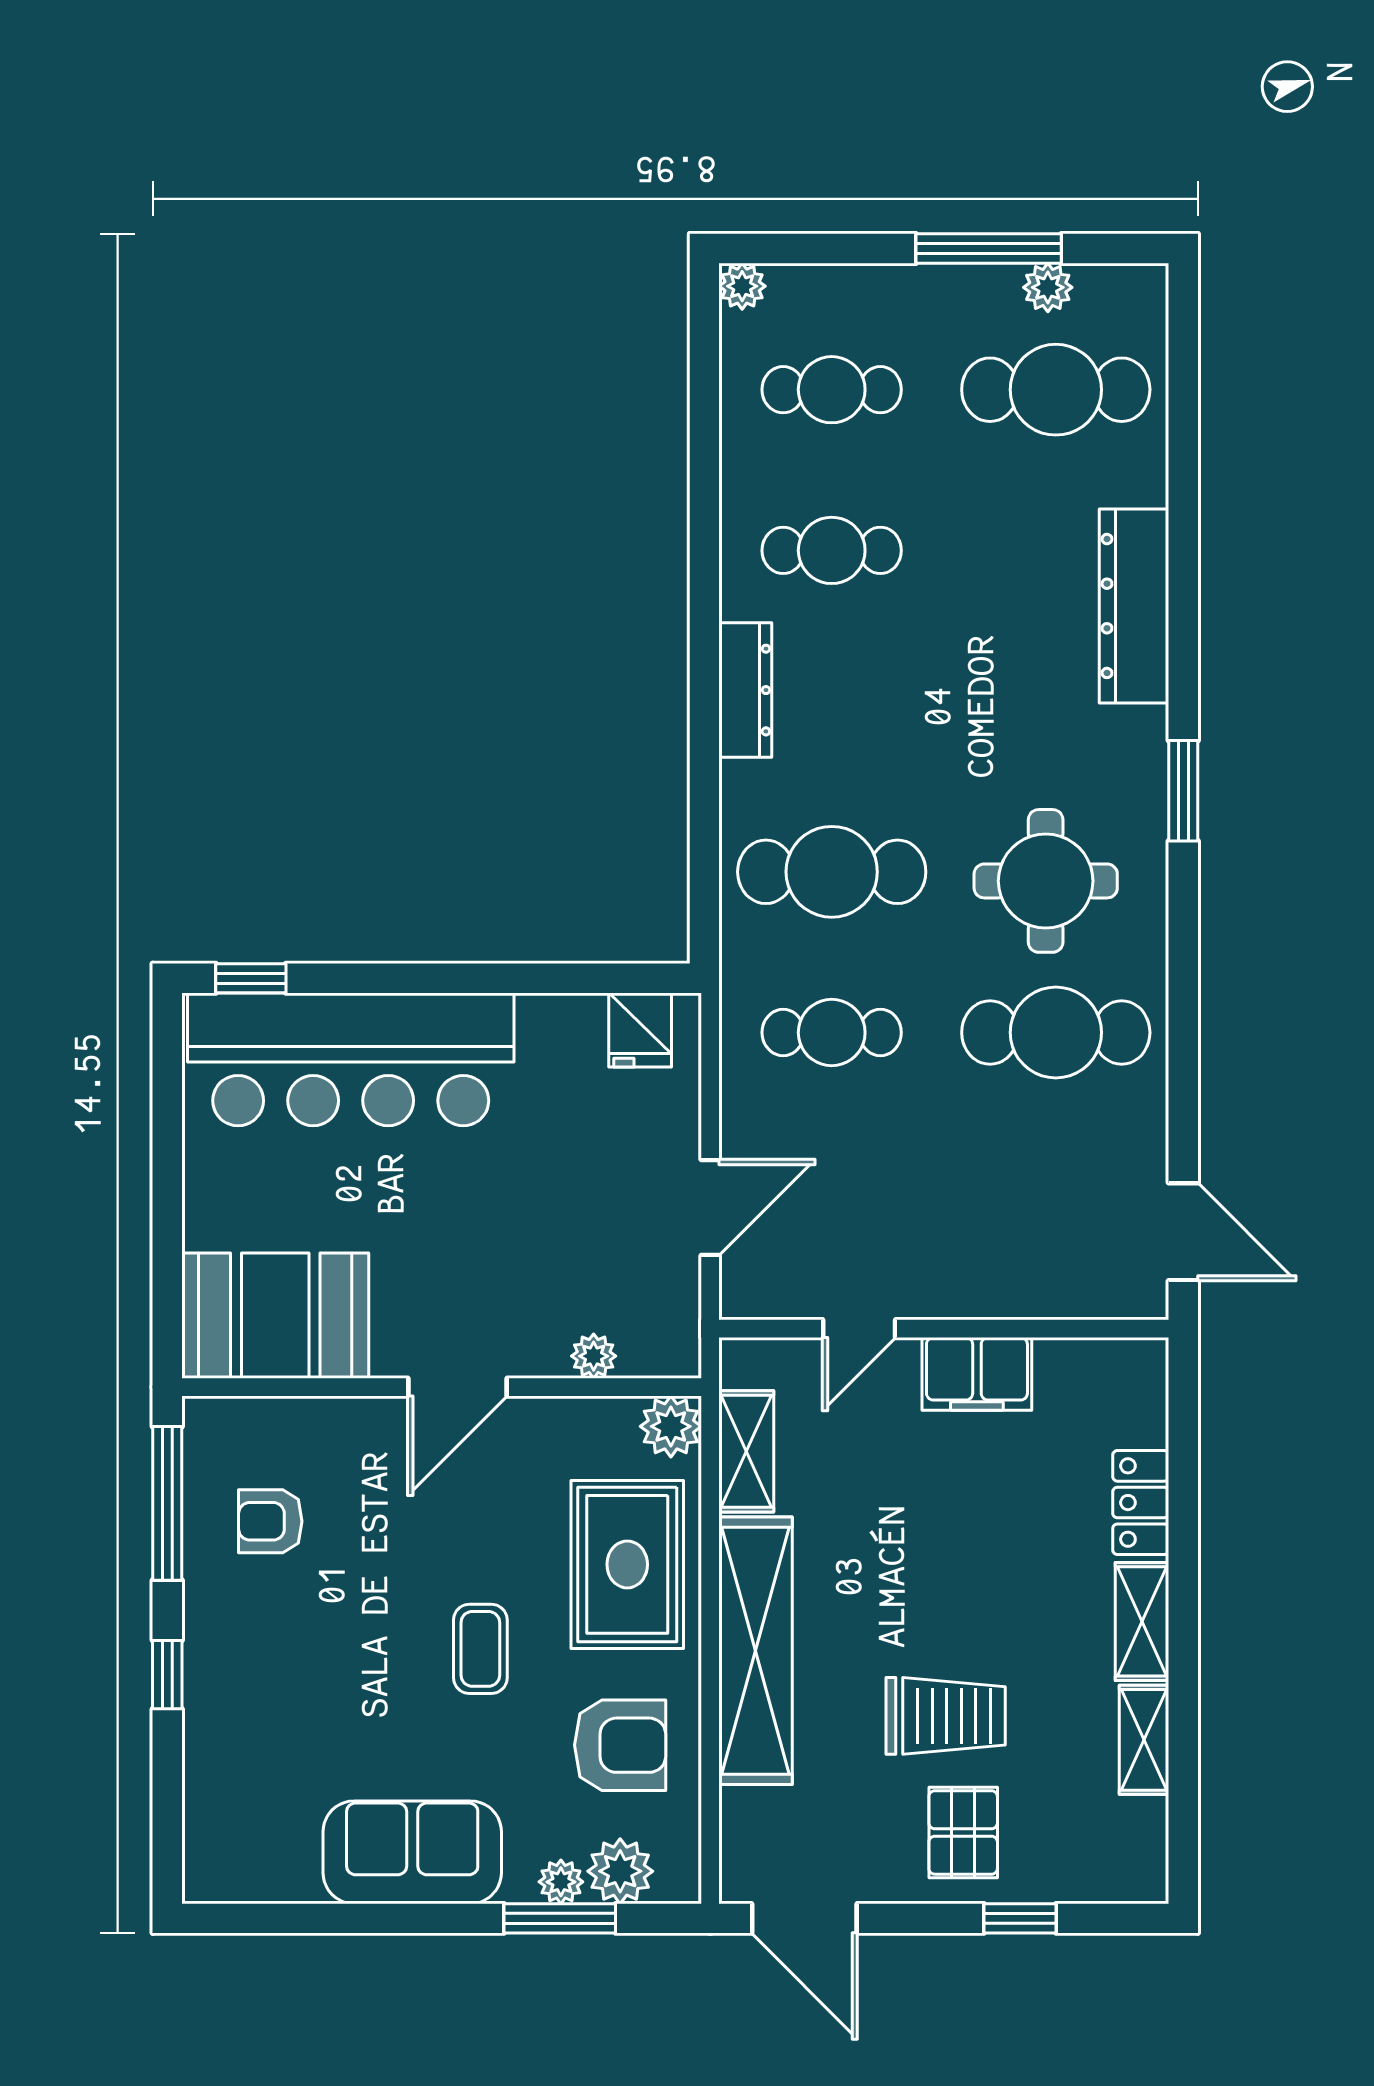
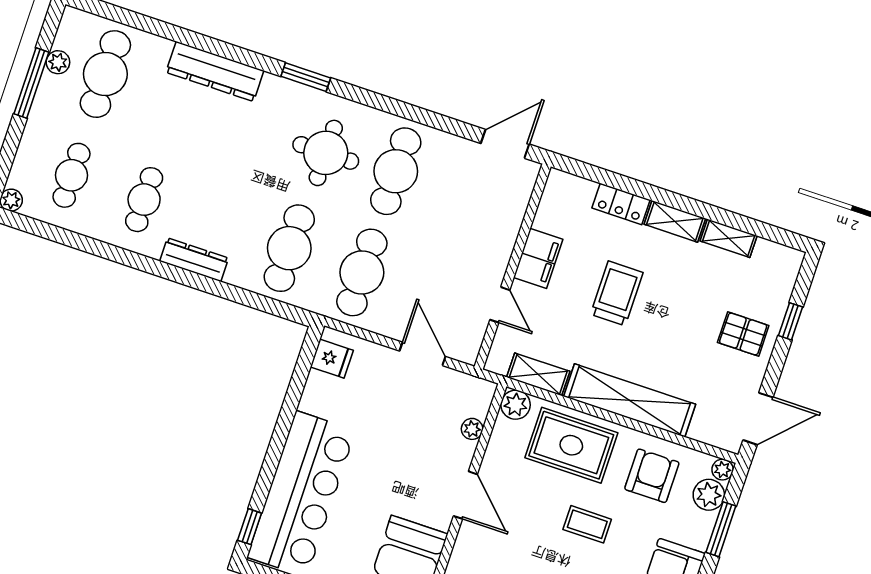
cafe table: (832, 1033) -> (362, 272), width x1.37, depth x1.35
trolley: (946, 1716) -> (617, 293), moved
plant: (561, 1882) -> (723, 470), moved

